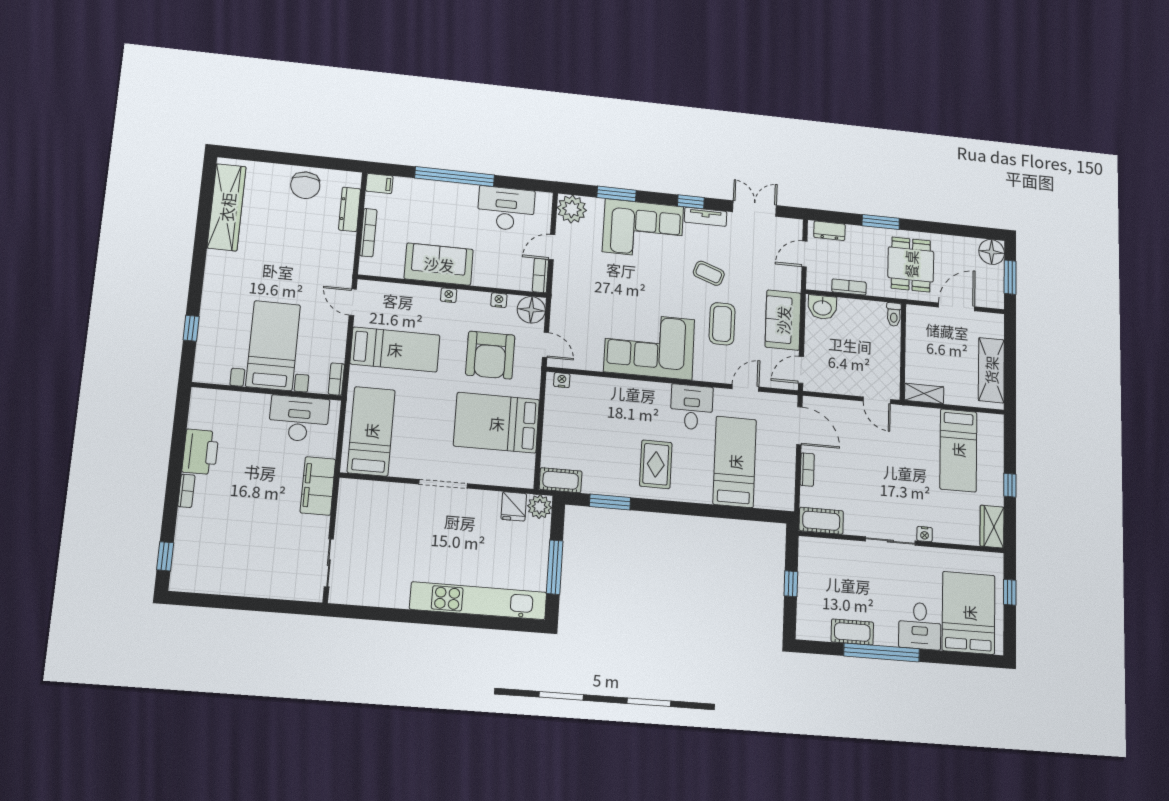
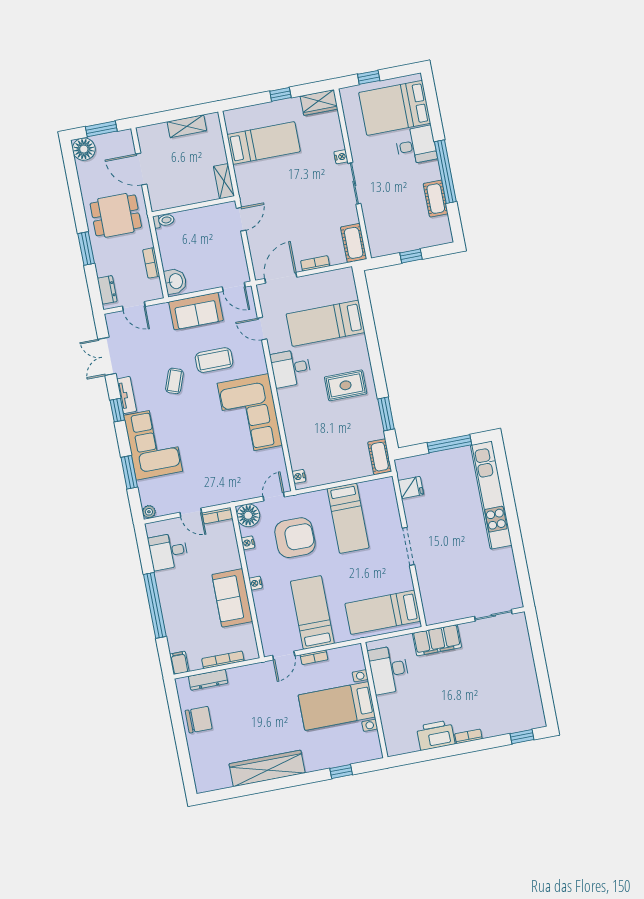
wardrobe: (227, 207) -> (267, 768), moved
desk: (506, 209) -> (168, 551), width x0.73
plant: (572, 209) -> (149, 512), width x0.53, depth x0.53
shelving: (991, 370) -> (187, 126), width x0.67, depth x0.75
bookcase: (336, 379) -> (314, 657), moved
bed: (497, 423) -> (348, 518), width x0.67
plant: (540, 507) -> (405, 467), removed

